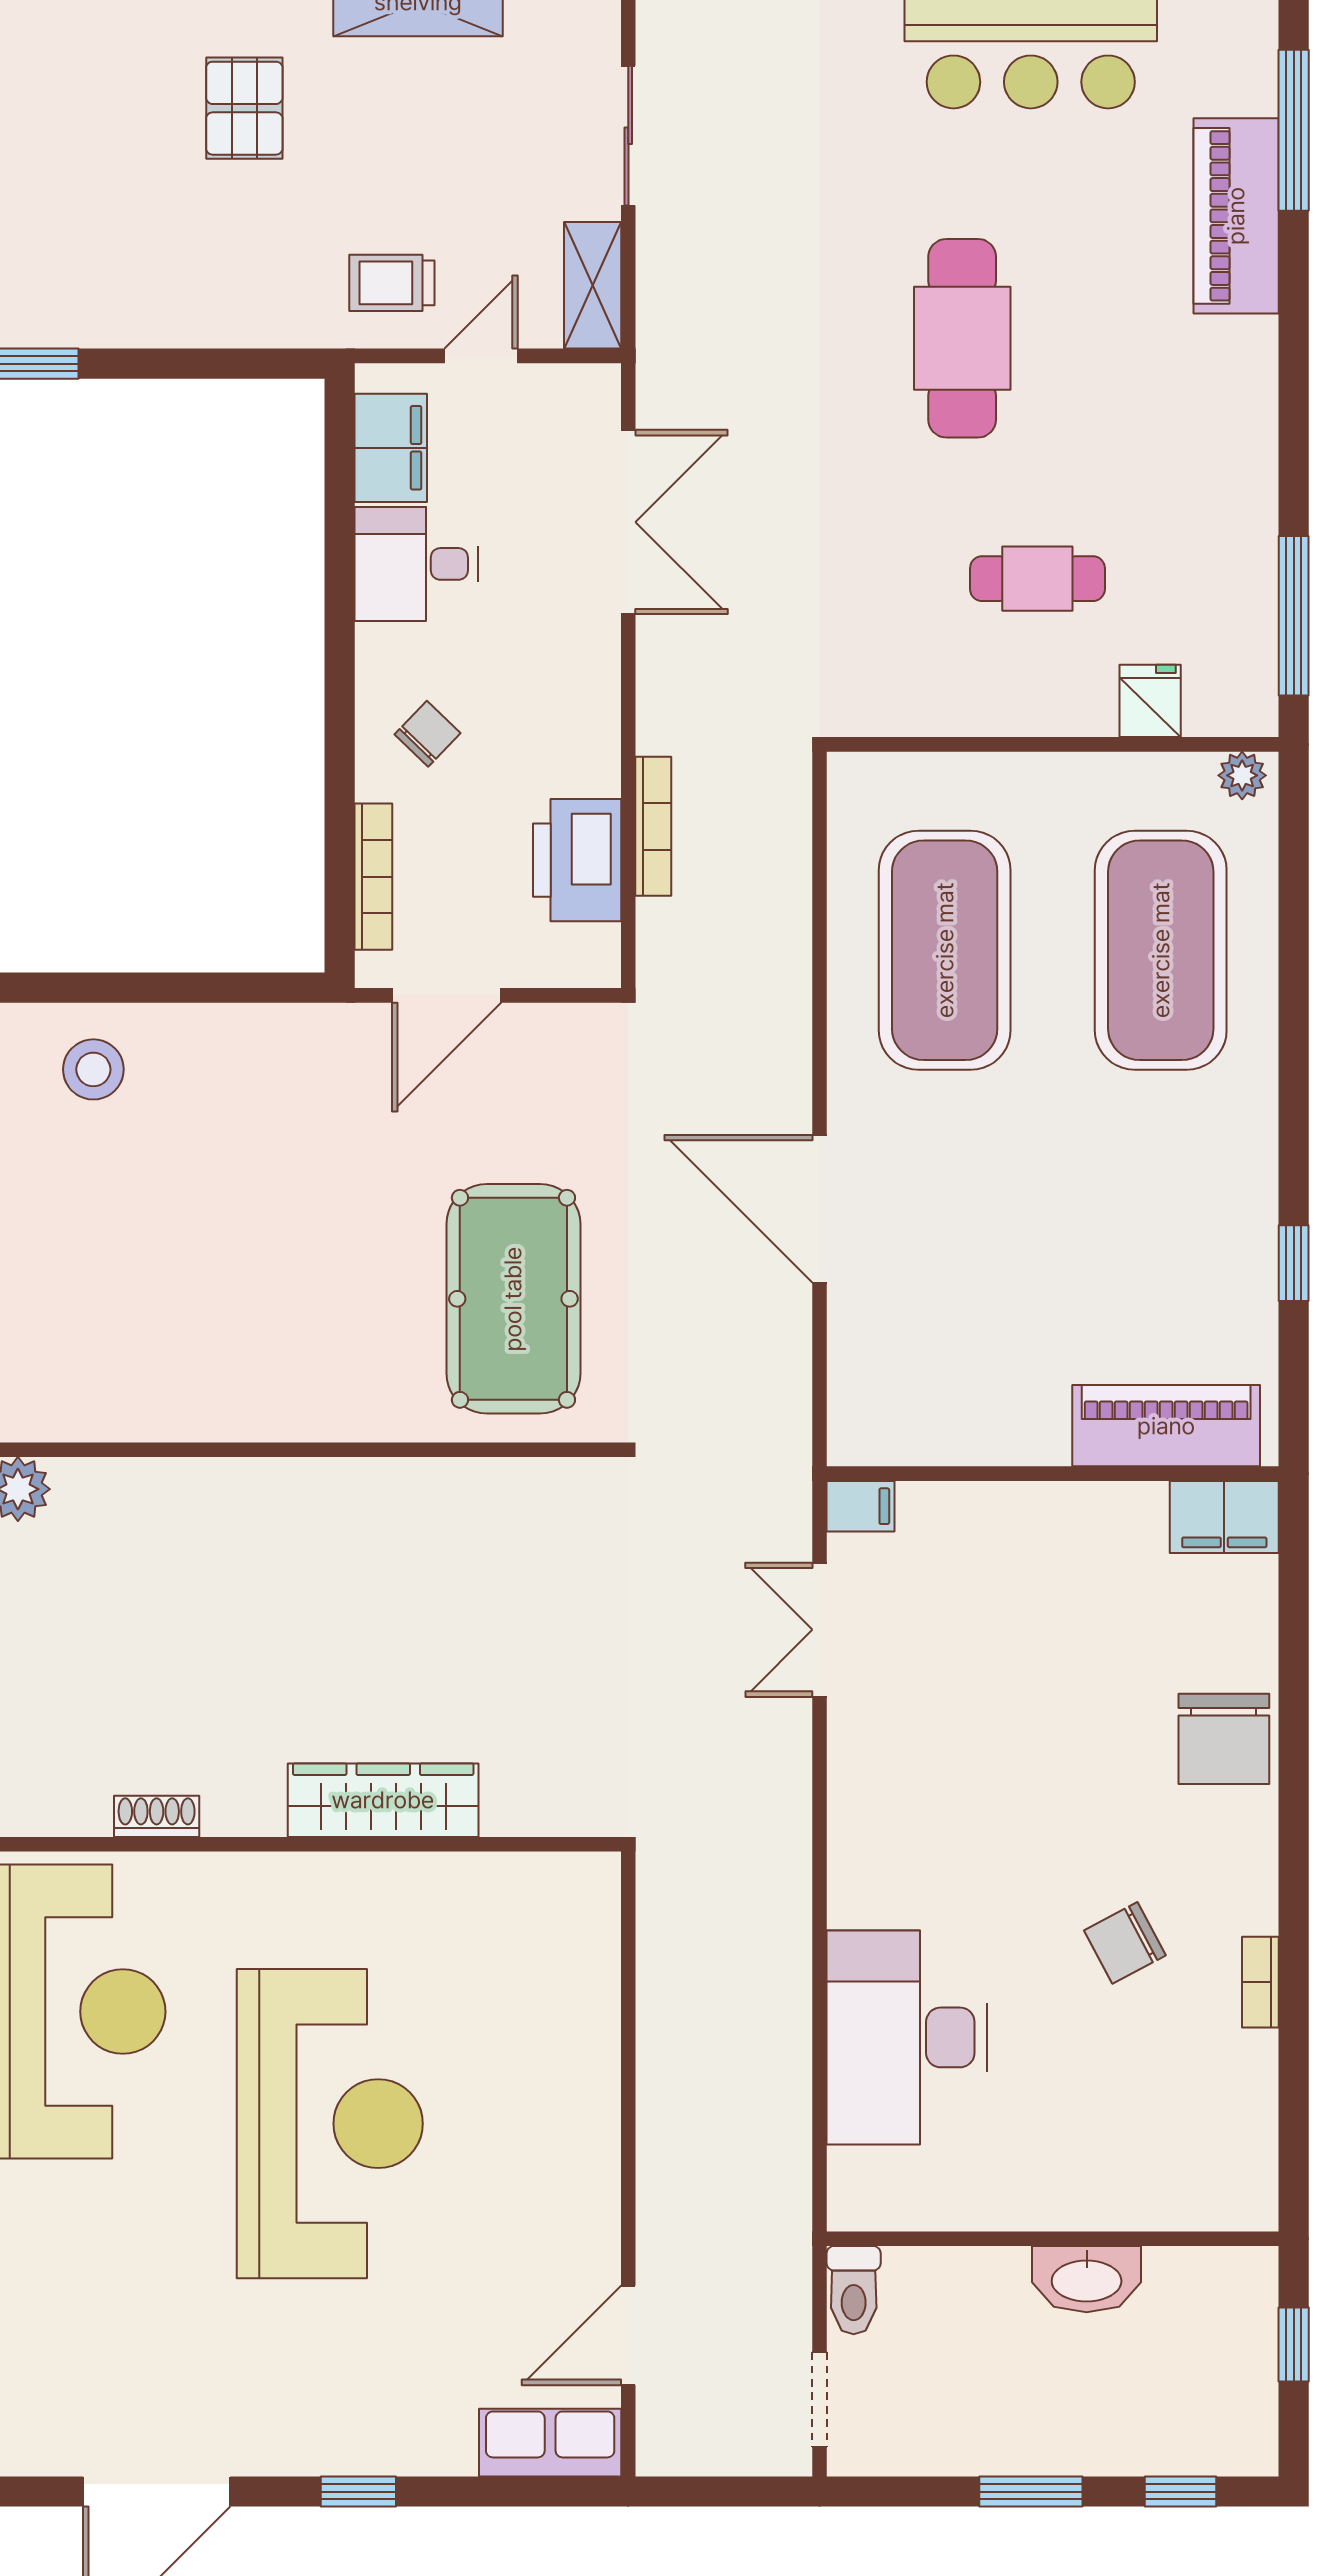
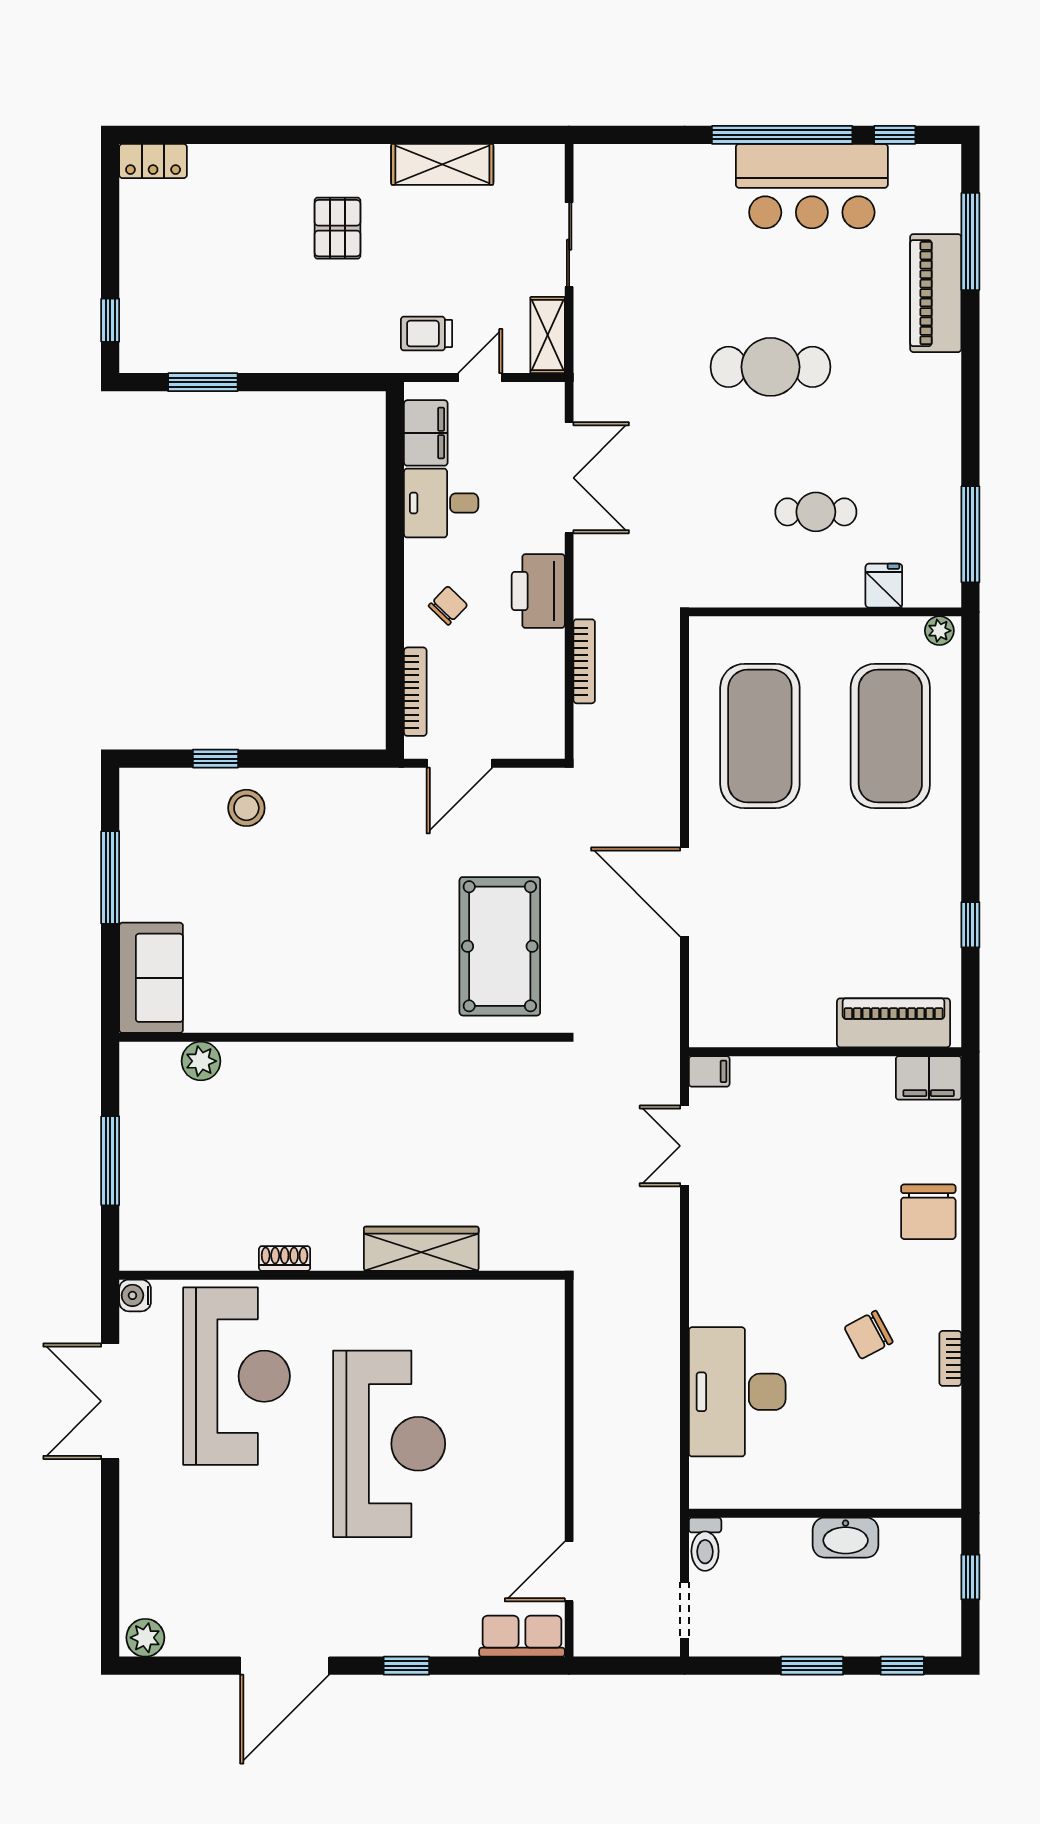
cafe table: (962, 338) -> (770, 367), turned 90
printer: (577, 860) -> (538, 591), moved
window: (42, 988) -> (216, 759), added

